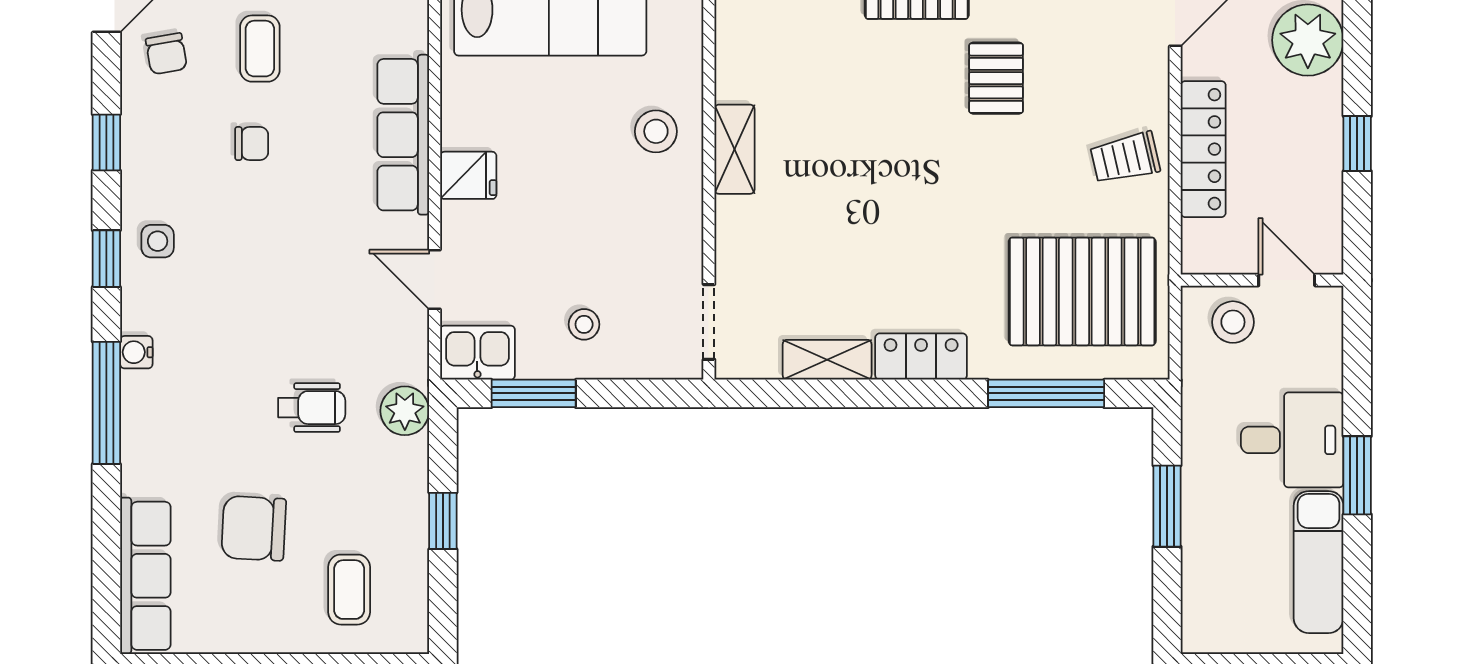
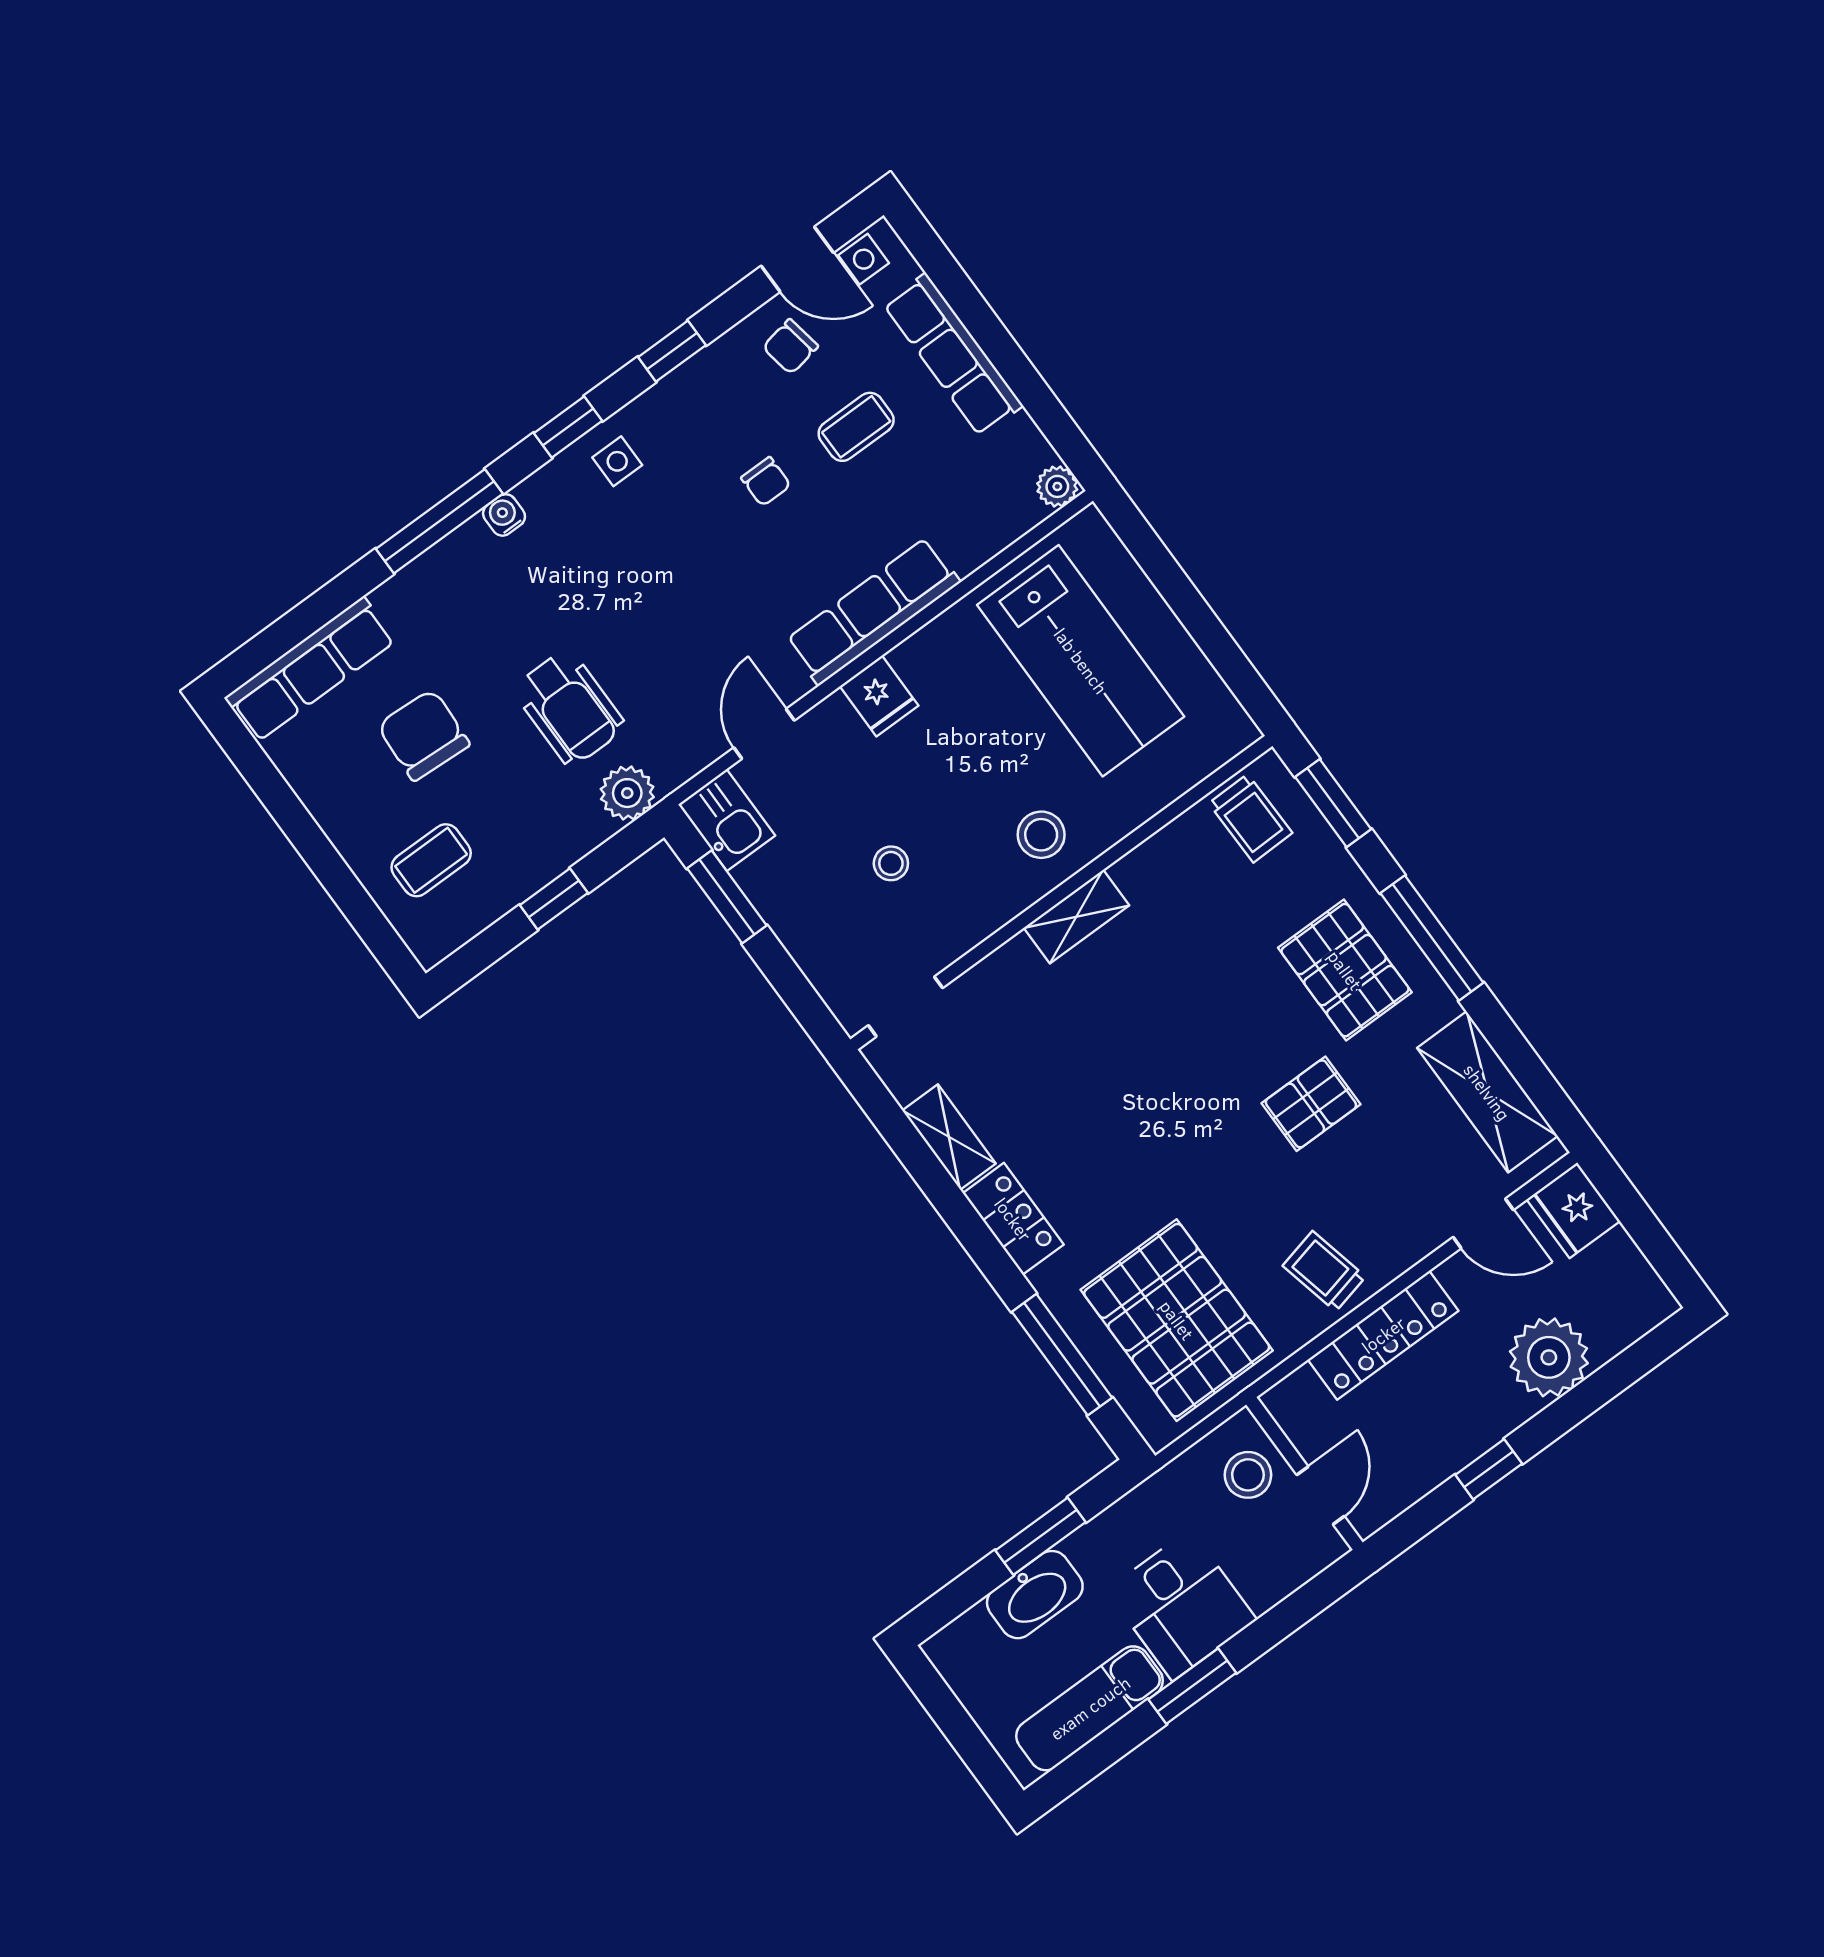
stool: (584, 324) -> (891, 863), moved
wheelchair: (312, 408) -> (569, 708), width x1.36, depth x1.37
washbasin: (1206, 541) -> (1035, 1595), added

